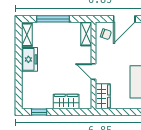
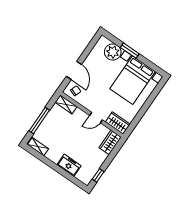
freezer: (30, 59) -> (69, 165), moved
wardrobe: (66, 102) -> (110, 142), moved

